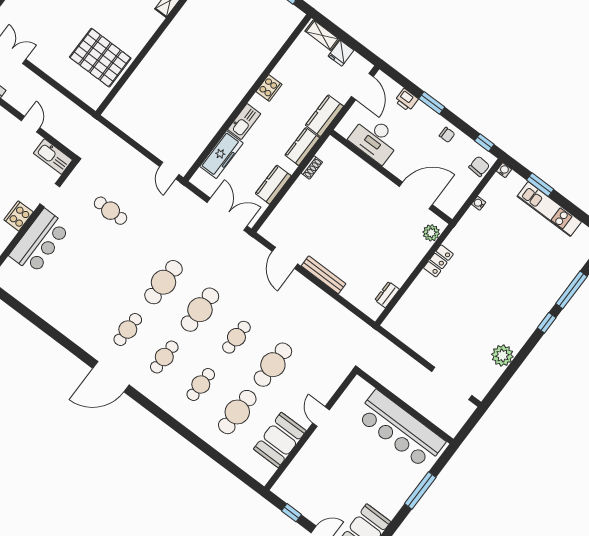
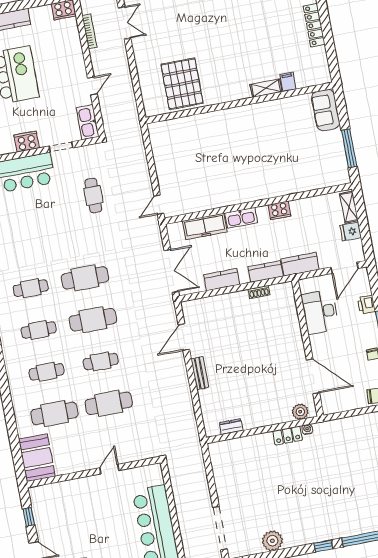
water cooler: (479, 203) -> (307, 429), moved
bench: (324, 275) -> (200, 373), width x0.73
booth: (280, 440) -> (37, 458), moved, turned 90

